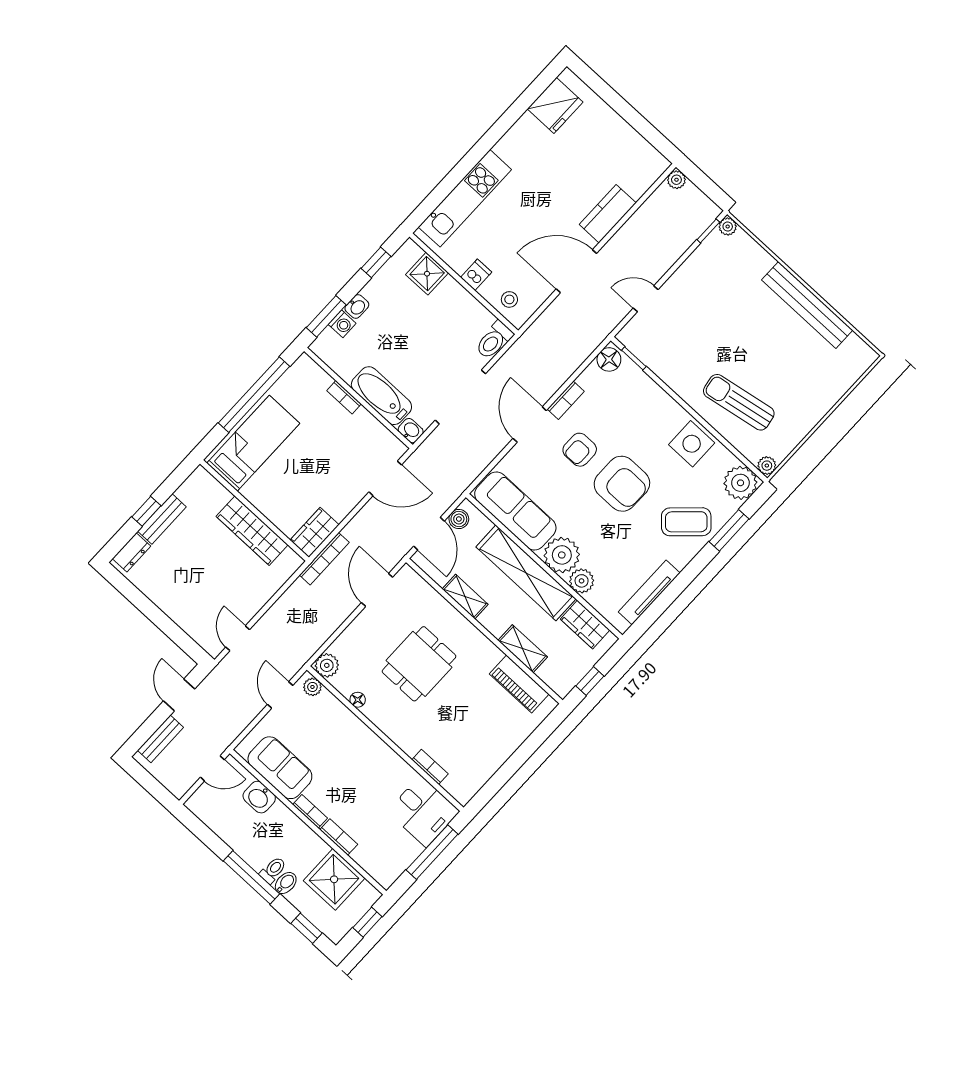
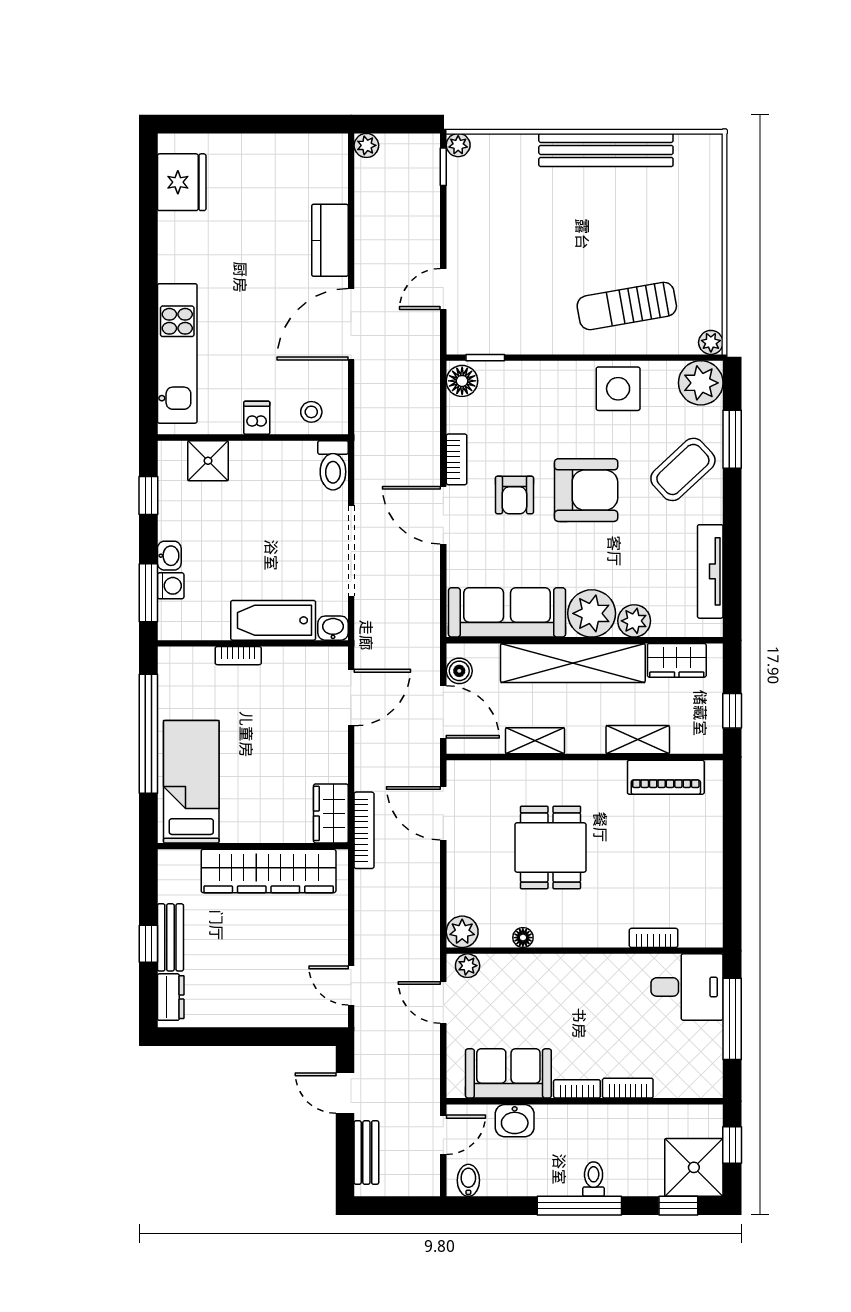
wardrobe: (252, 531) -> (269, 871), width x1.40, depth x1.17
shower: (334, 879) -> (694, 1167), moved
bidet: (286, 883) -> (468, 1180), moved

